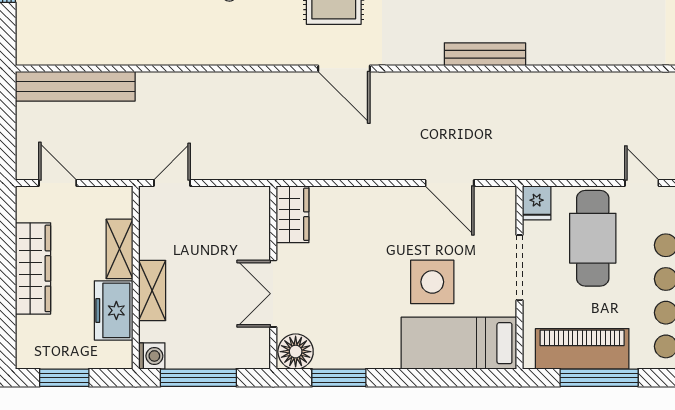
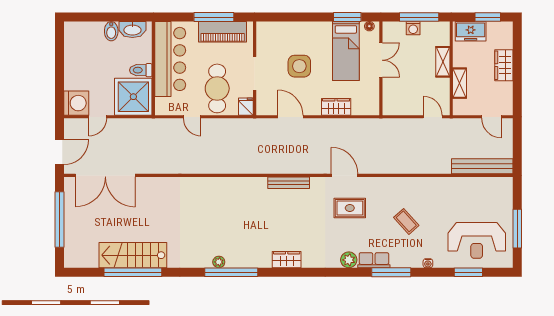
bench: (485, 54) -> (289, 183), moved
door: (172, 183) -> (433, 117), swing flipped
wardrobe: (293, 214) -> (336, 107), moved, turned 90
wardrobe: (33, 268) -> (504, 65), width x0.67
freezer: (114, 310) -> (471, 31), moved, turned 90
bed: (459, 343) -> (346, 51), moved, turned 90
floor lamp: (296, 352) -> (369, 26), width x0.53, depth x0.53
washing machine: (152, 356) -> (413, 28), moved, turned -90

